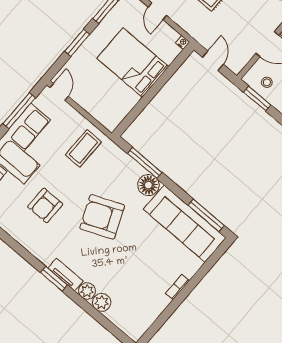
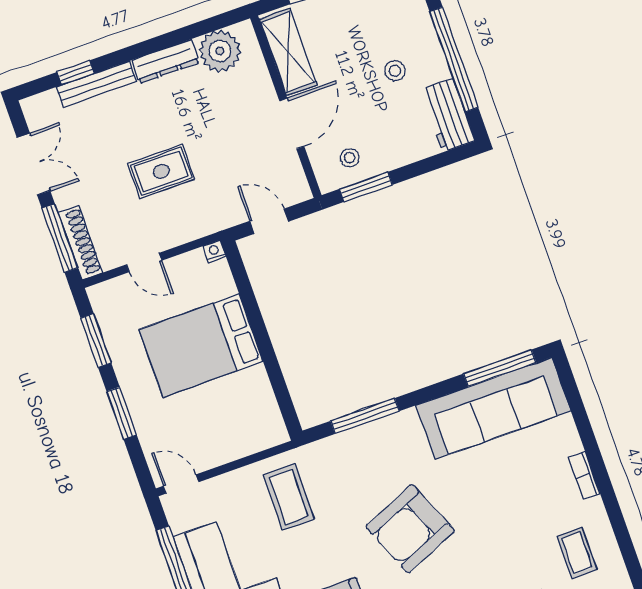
floor lamp: (148, 185) -> (402, 430), removed
coffee table: (138, 305) -> (577, 553), added

